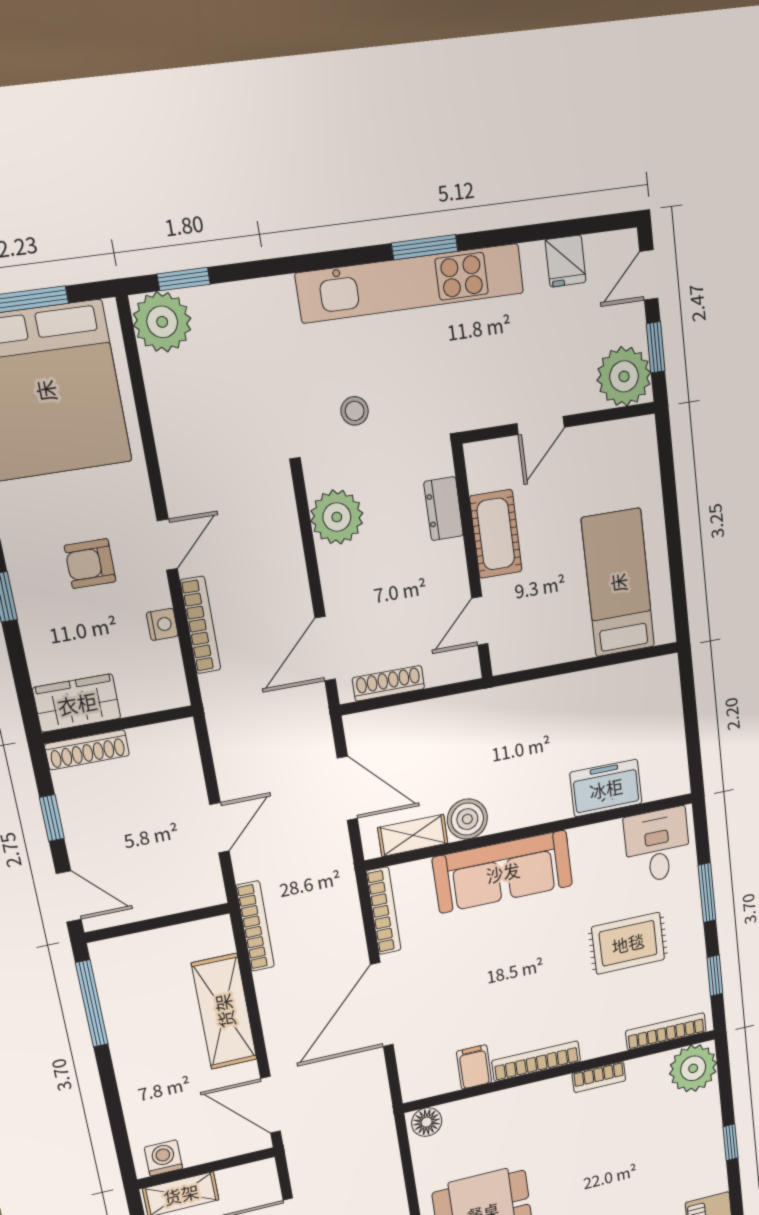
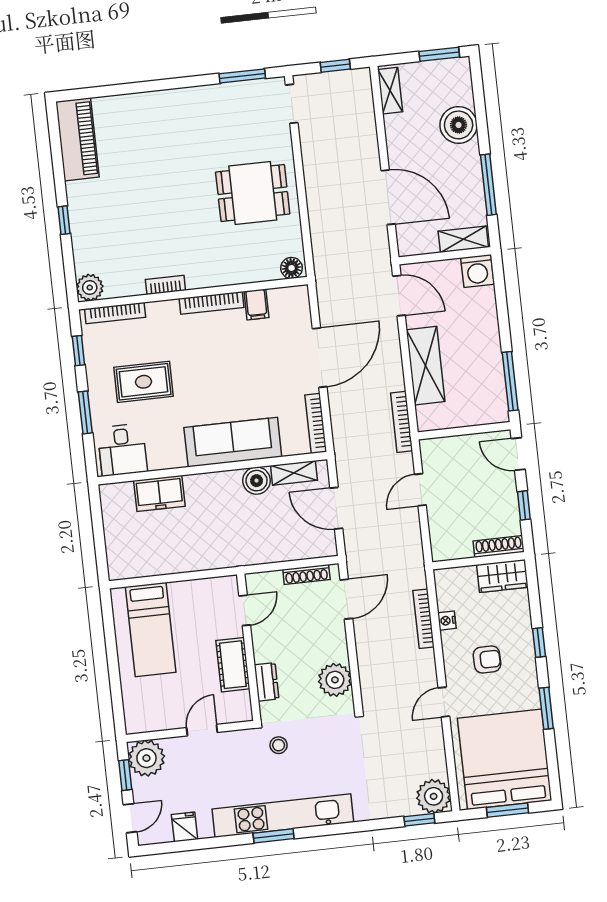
stool: (355, 411) -> (279, 745), moved
door: (167, 545) -> (444, 702), moved
plant: (693, 1068) -> (90, 288), width x0.73, depth x0.73
washing machine: (163, 1158) -> (477, 271), width x1.38, depth x1.38

